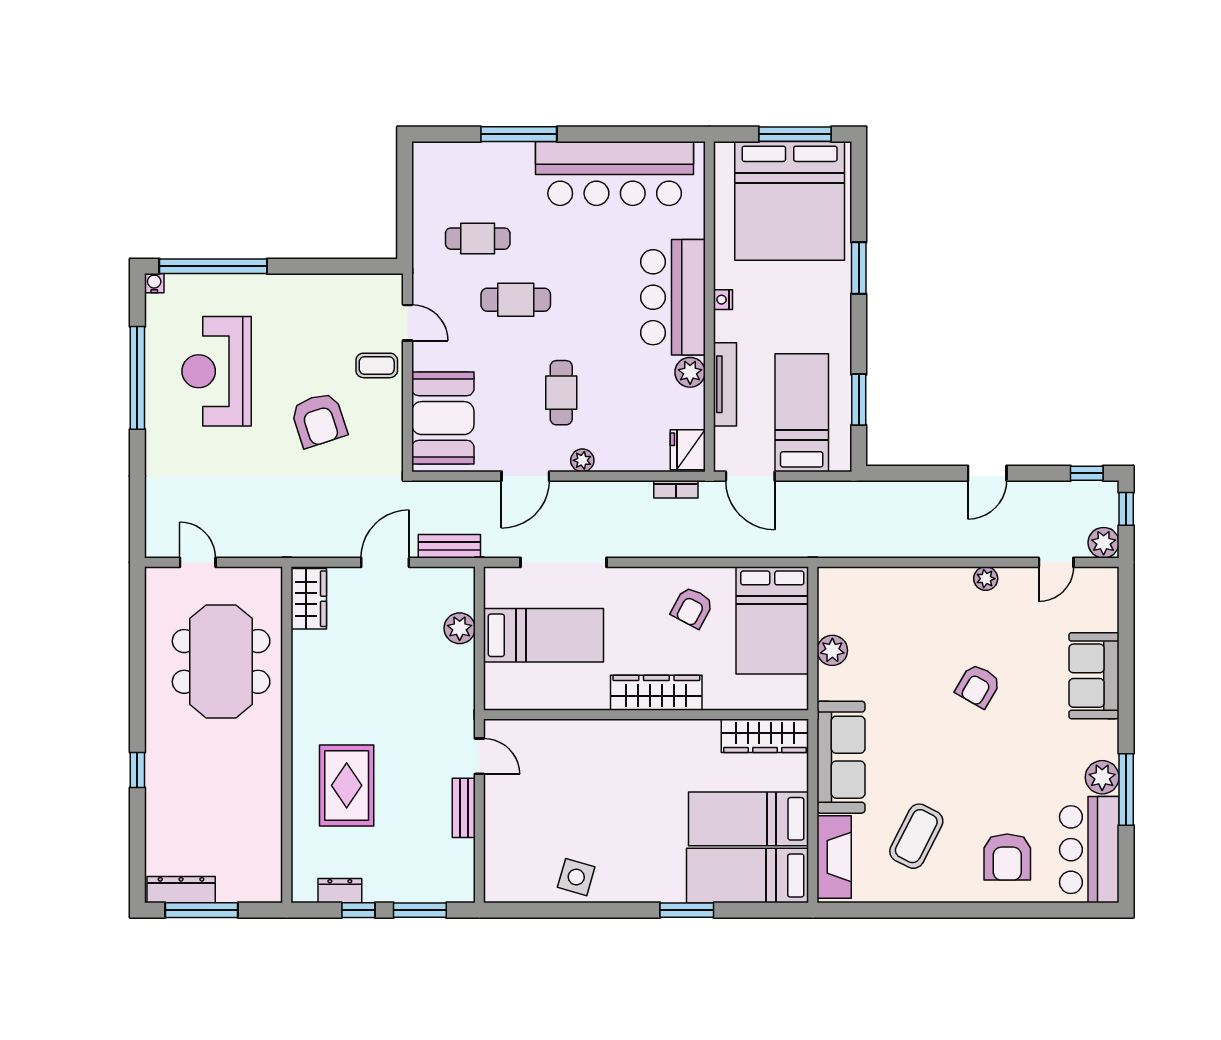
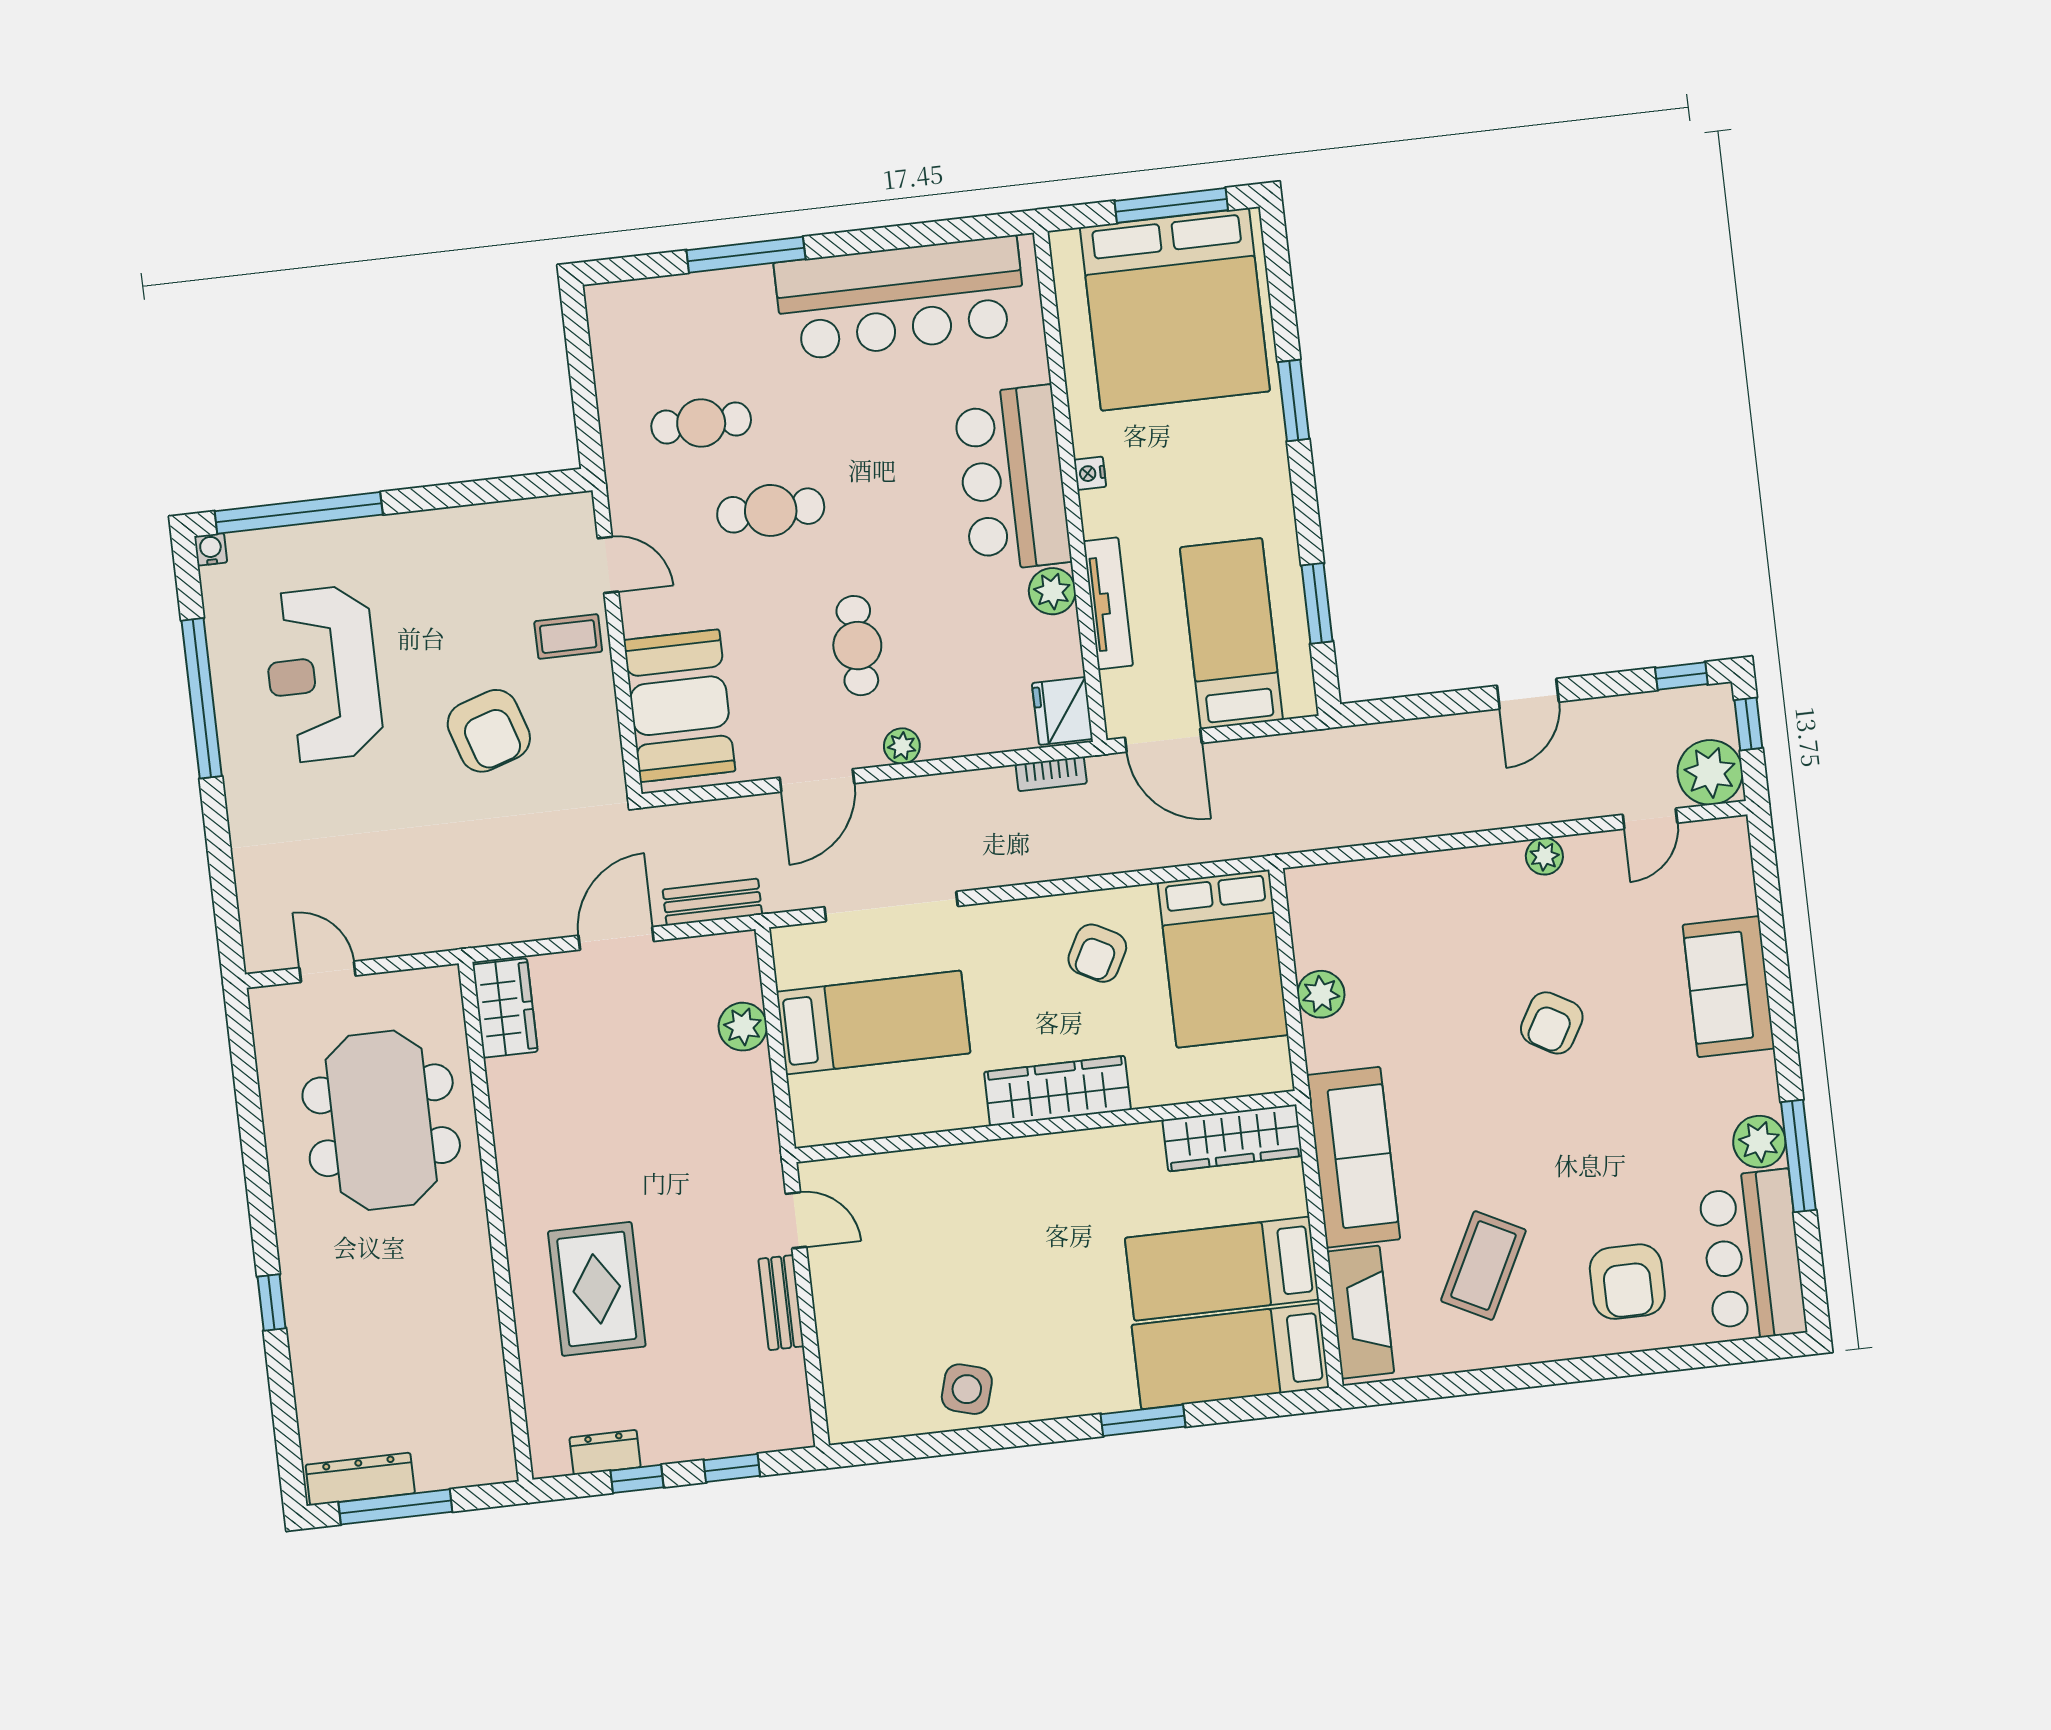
plant: (1104, 543) -> (1710, 772), width x1.36, depth x1.36
window: (420, 910) -> (732, 1468), width x0.67

